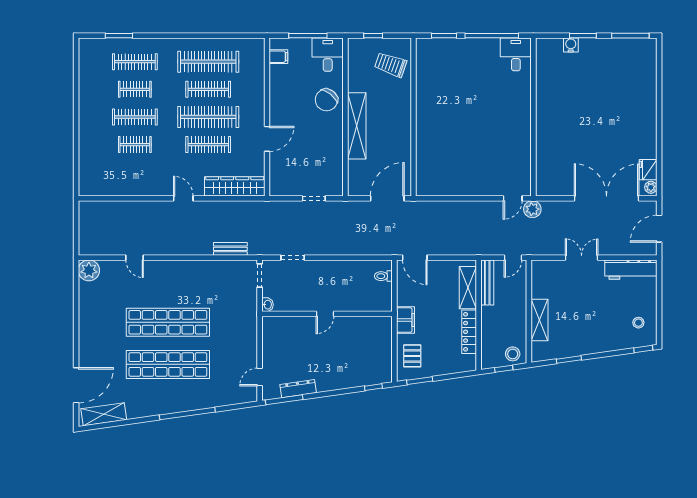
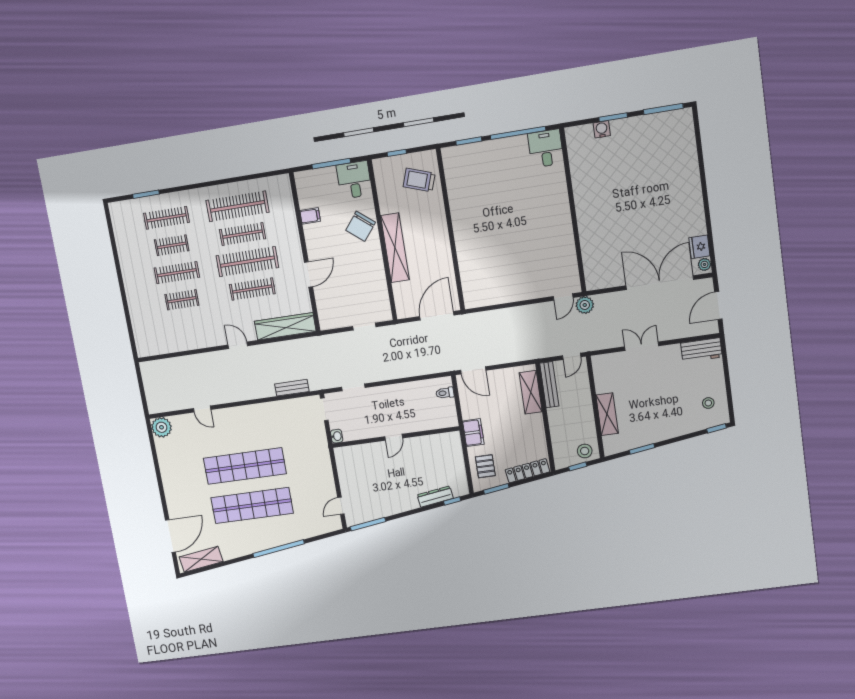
filing cabinet: (278, 57) -> (310, 216), moved
workbench: (631, 270) -> (701, 350), width x0.73
locker: (469, 332) -> (527, 471), moved, turned 82
dresser: (298, 389) -> (435, 497), moved

